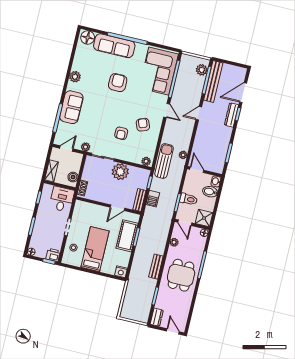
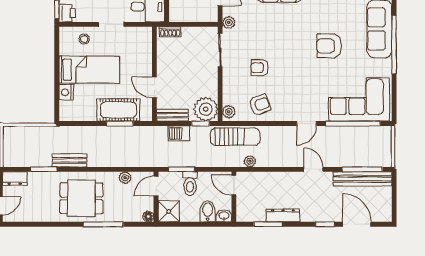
plant: (202, 70) -> (375, 159), removed
armchair: (118, 83) -> (329, 46), turned 180
dresser: (231, 115) -> (283, 215), moved
armchair: (143, 125) -> (260, 105), moved
door: (197, 170) -> (234, 185), swing flipped
plant: (120, 172) -> (206, 109), moved
boiler: (73, 177) -> (182, 15), removed
bench: (156, 267) -> (70, 160), moved
nightstand: (121, 272) -> (66, 92), moved

